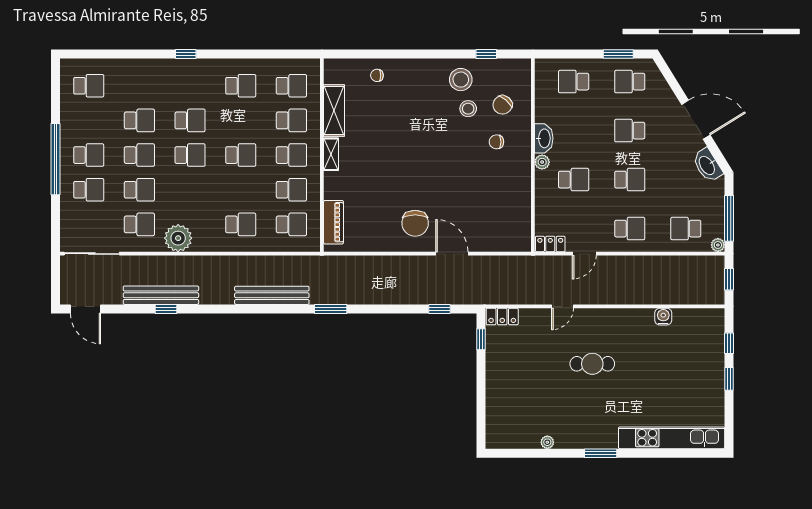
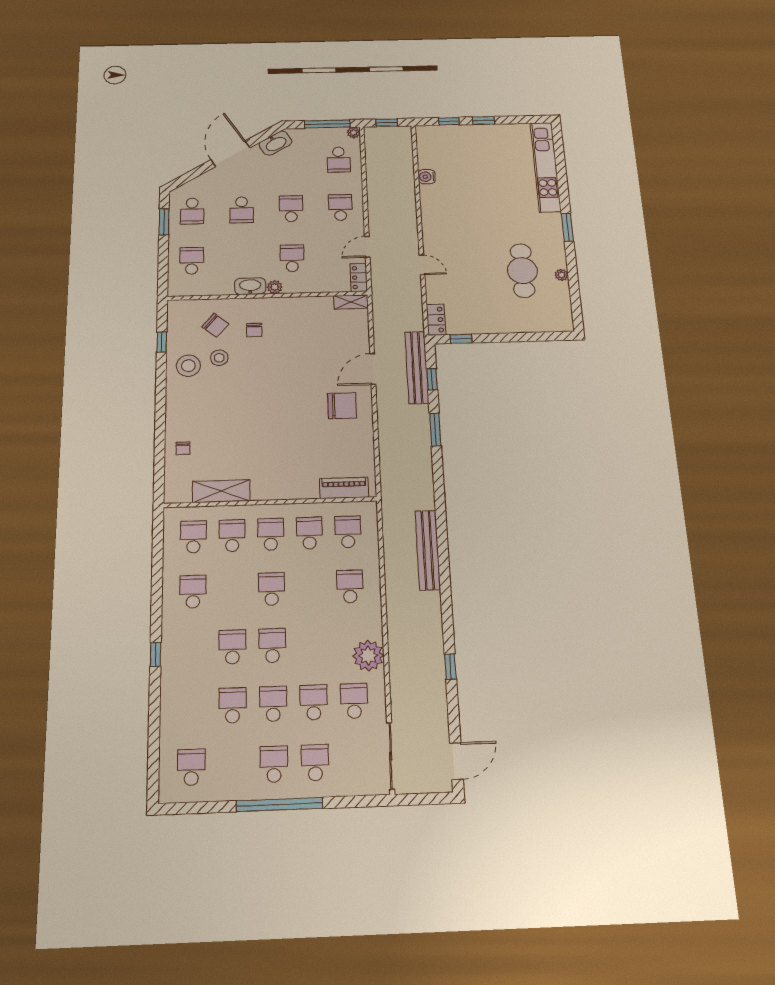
school desk: (574, 82) -> (192, 261), turned 180
shelving: (331, 154) -> (351, 302), moved
door: (584, 254) -> (367, 247), swing flipped
bench: (161, 295) -> (417, 367), moved
window: (331, 309) -> (435, 430), moved
cafe table: (592, 364) -> (522, 271), moved, width x1.37, depth x1.35

